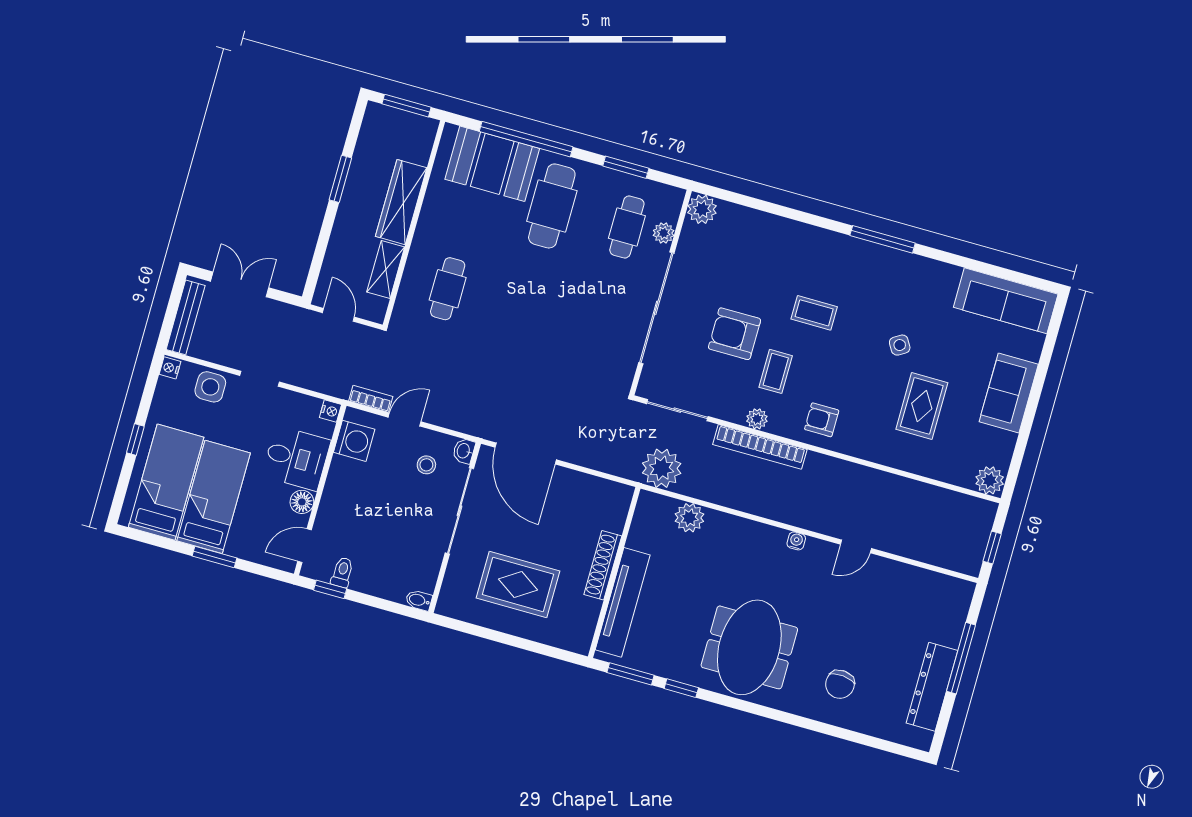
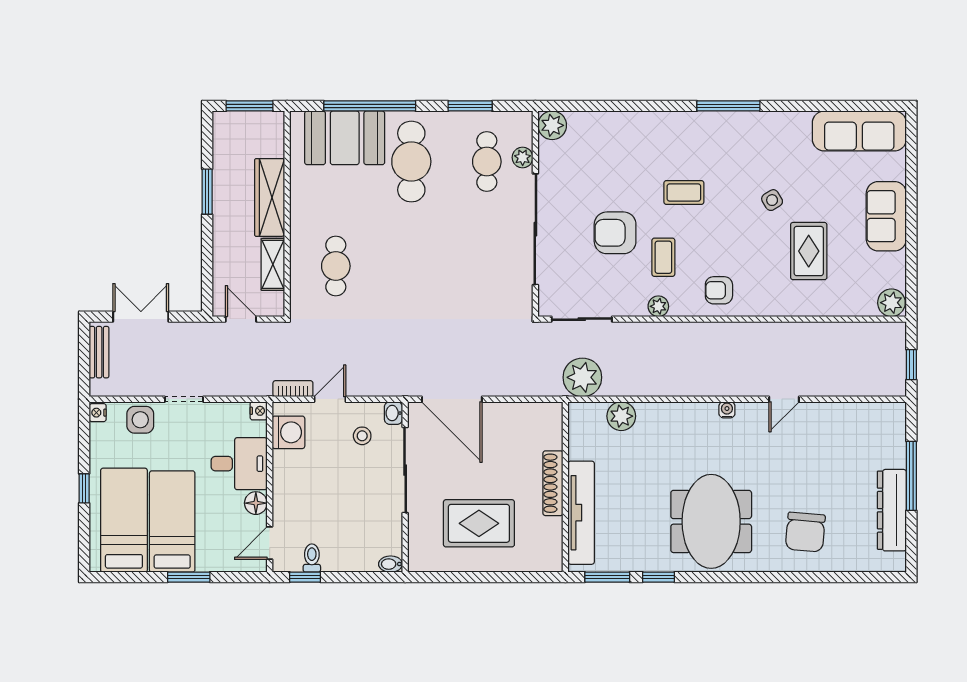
bench: (186, 317) -> (99, 352), width x0.73
bookcase: (760, 447) -> (668, 332), removed
chair: (840, 684) -> (805, 532), width x1.37, depth x1.37

